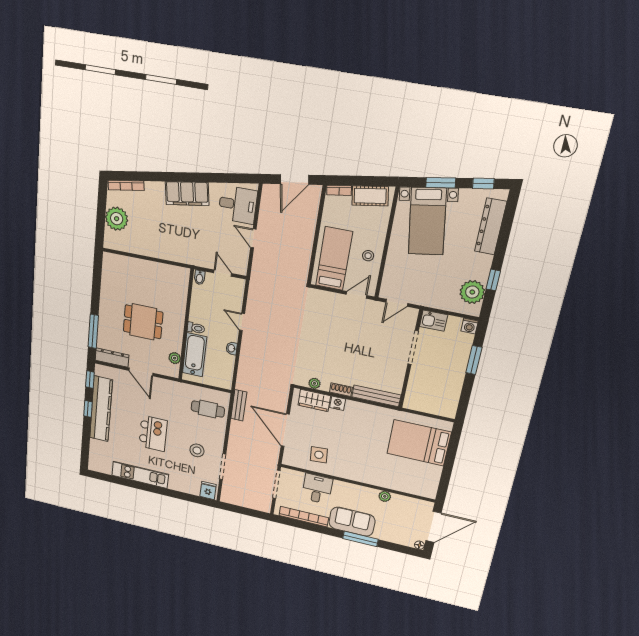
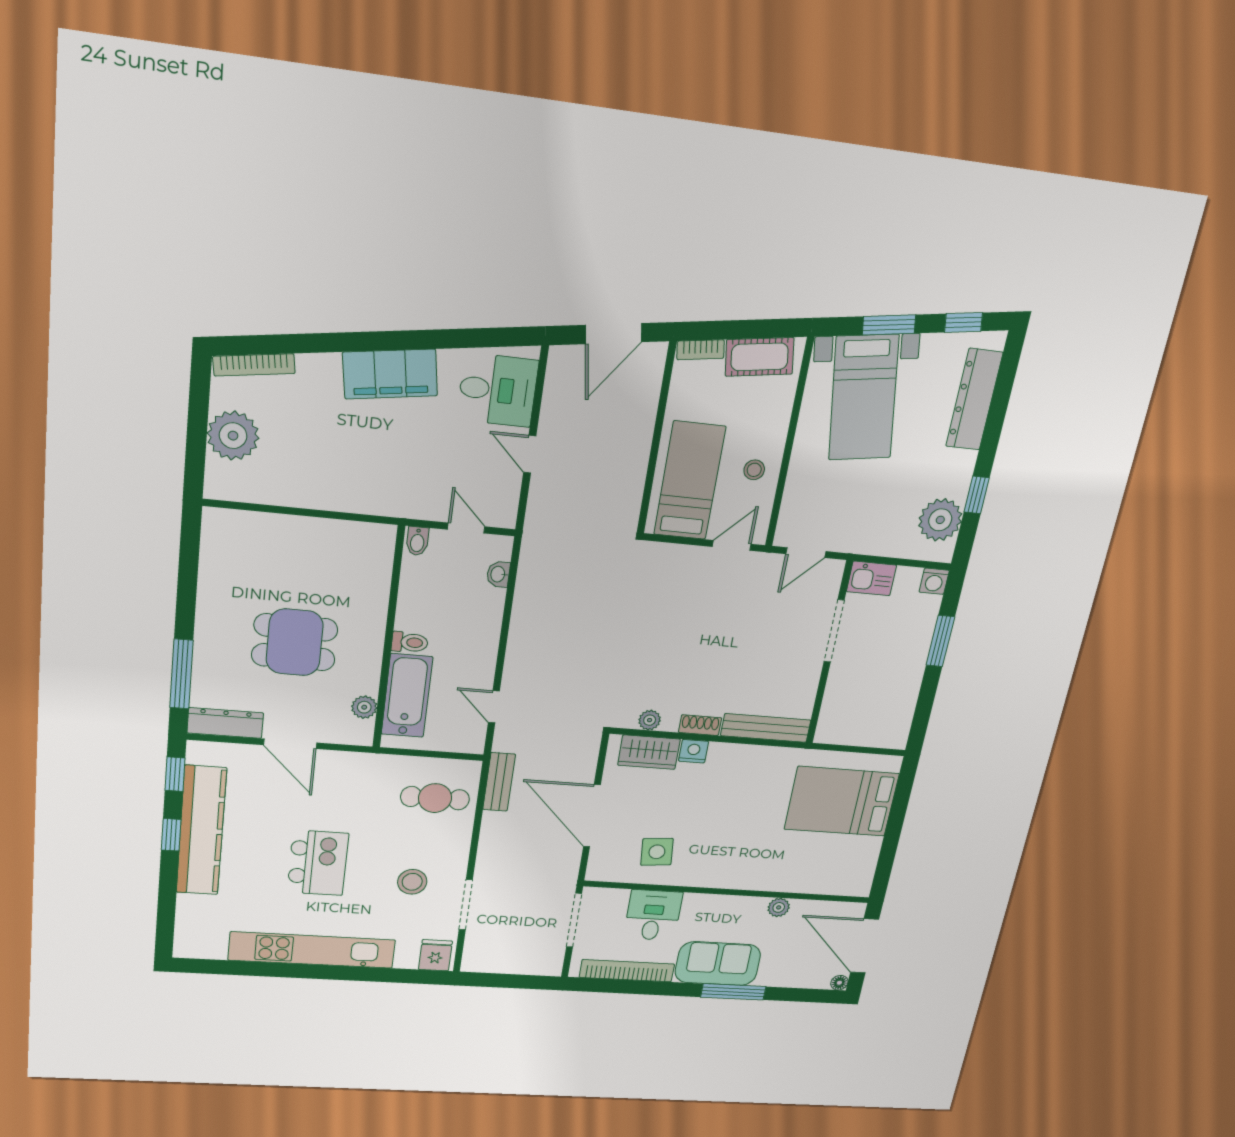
door: (242, 322) -> (494, 707), moved
washbasin: (232, 348) -> (498, 574), moved
kitchen unit: (140, 475) -> (312, 950), width x1.36
door: (433, 527) -> (865, 946), swing flipped

